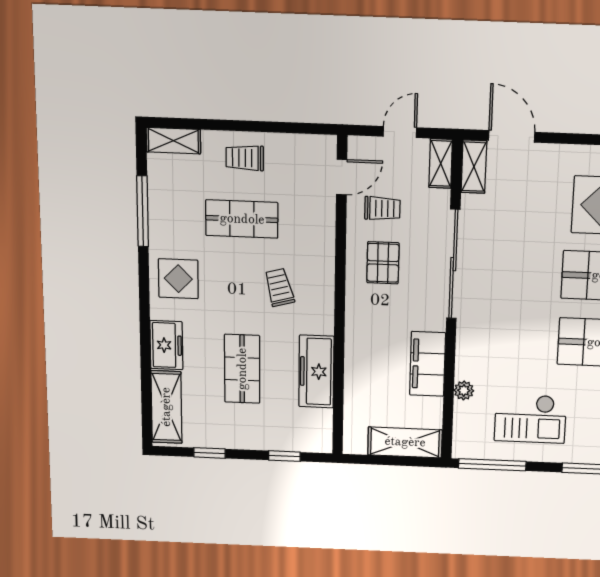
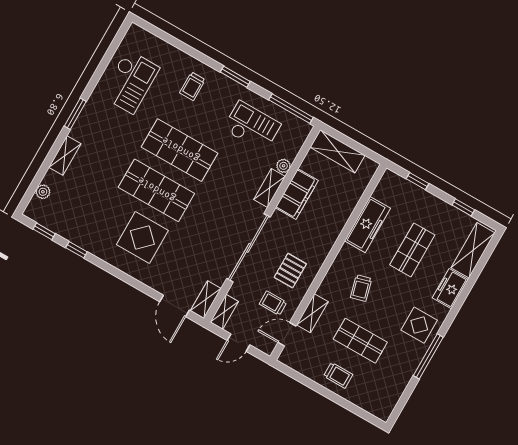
shelving: (173, 141) -> (312, 313), moved, turned 90
window: (143, 211) -> (428, 356), moved
shelving: (467, 354) -> (269, 188), added

